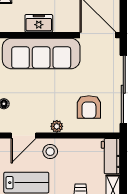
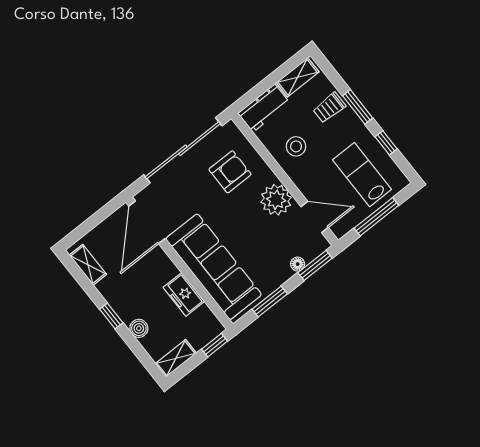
plant: (57, 126) -> (276, 200), width x1.87, depth x1.87
stool: (50, 152) -> (296, 146), moved

